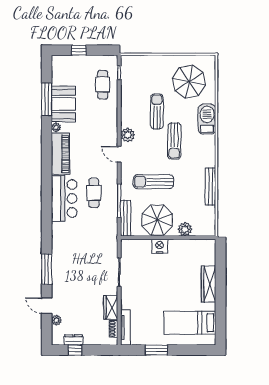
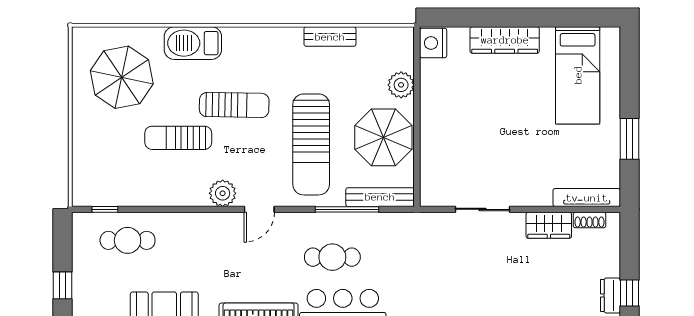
sun lounger: (153, 182) -> (311, 144), width x1.36, depth x1.34
bench: (211, 187) -> (330, 37), width x0.73
nightstand: (160, 246) -> (433, 43), moved

